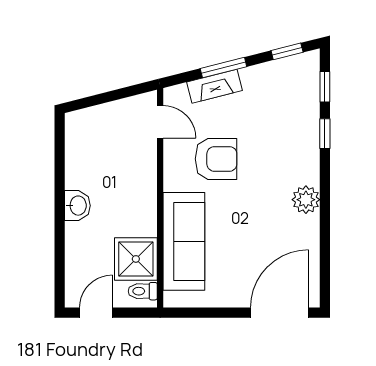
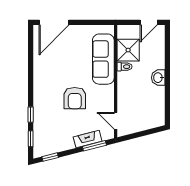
window: (223, 68) -> (94, 146), moved
armchair: (216, 159) -> (75, 98), moved, turned -90
plant: (306, 200) -> (40, 81), removed
toilet: (143, 291) -> (125, 67), moved

